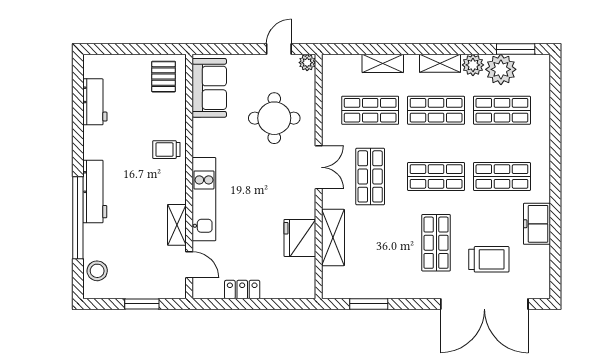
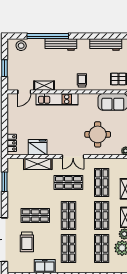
workbench: (95, 102) -> (106, 45), width x1.37
locker: (242, 290) -> (12, 143), moved

